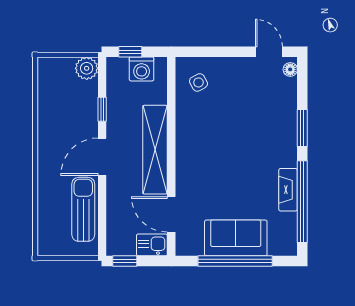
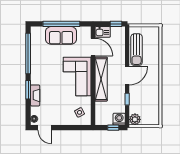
washing machine: (142, 69) -> (119, 119), moved
corner sofa: (203, 155) -> (77, 77), added
fireplace: (288, 190) -> (35, 95), moved

